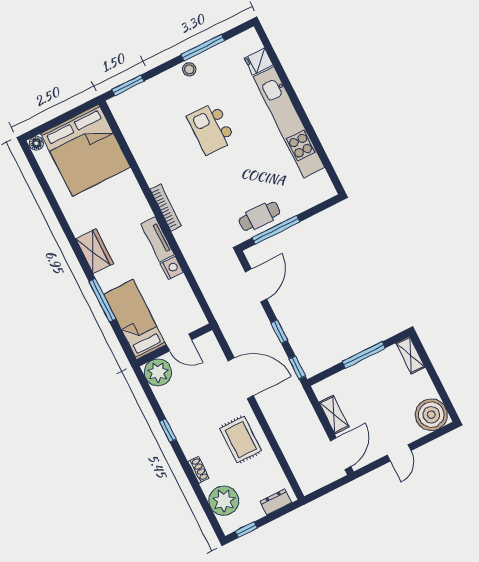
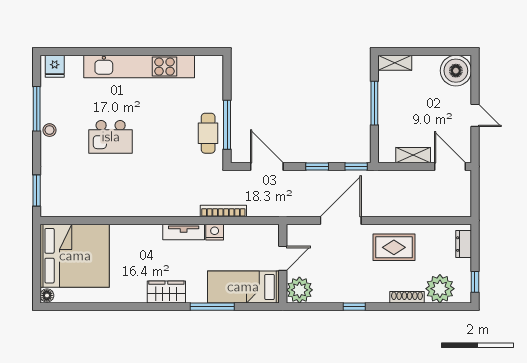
fridge: (259, 62) -> (55, 66), moved
bookcase: (166, 207) -> (223, 211), moved
shoe rack: (198, 470) -> (407, 297), width x1.43

